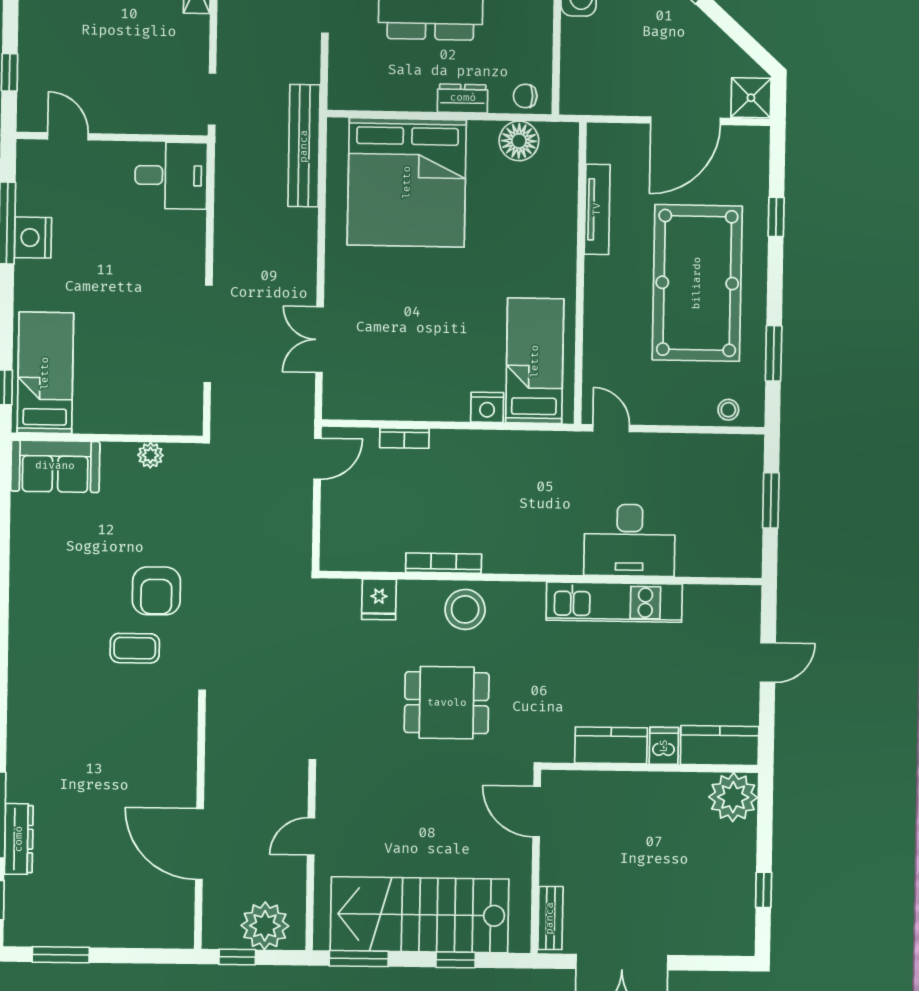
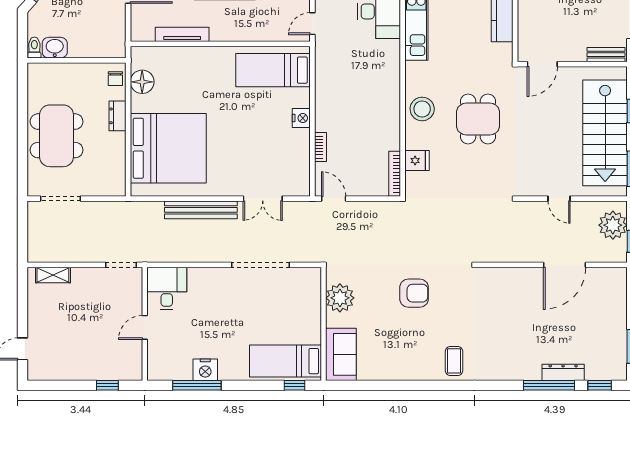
door: (68, 136) -> (145, 327), moved
bench: (304, 146) -> (201, 210), moved
nightstand: (487, 407) -> (301, 118), moved
plant: (150, 455) -> (340, 298), width x1.87, depth x1.87
bookcase: (444, 563) -> (395, 174), moved
coffee table: (135, 648) -> (454, 361), moved

